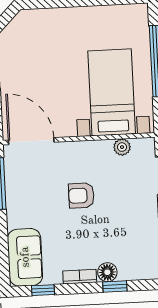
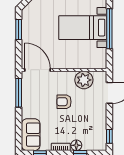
bed with nightstands: (112, 92) -> (83, 28), moved, turned -90
plant: (122, 147) -> (84, 80), width x1.88, depth x1.88

